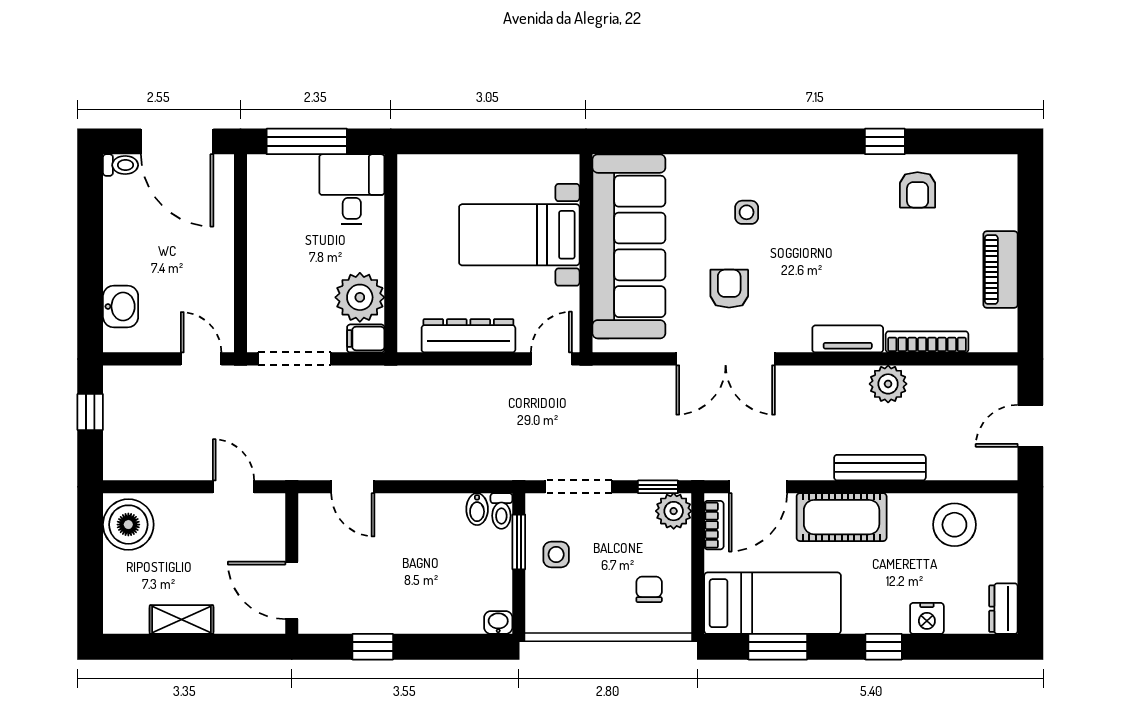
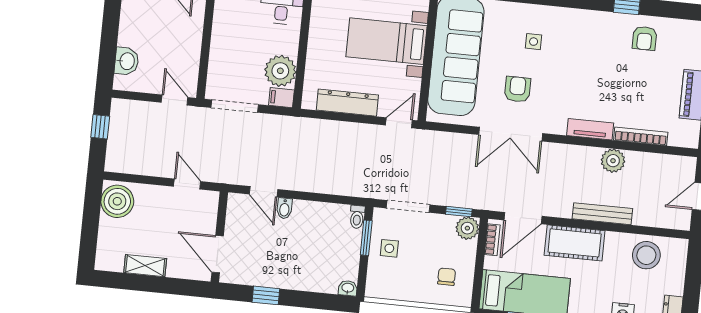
bidet: (477, 509) -> (284, 208), moved

